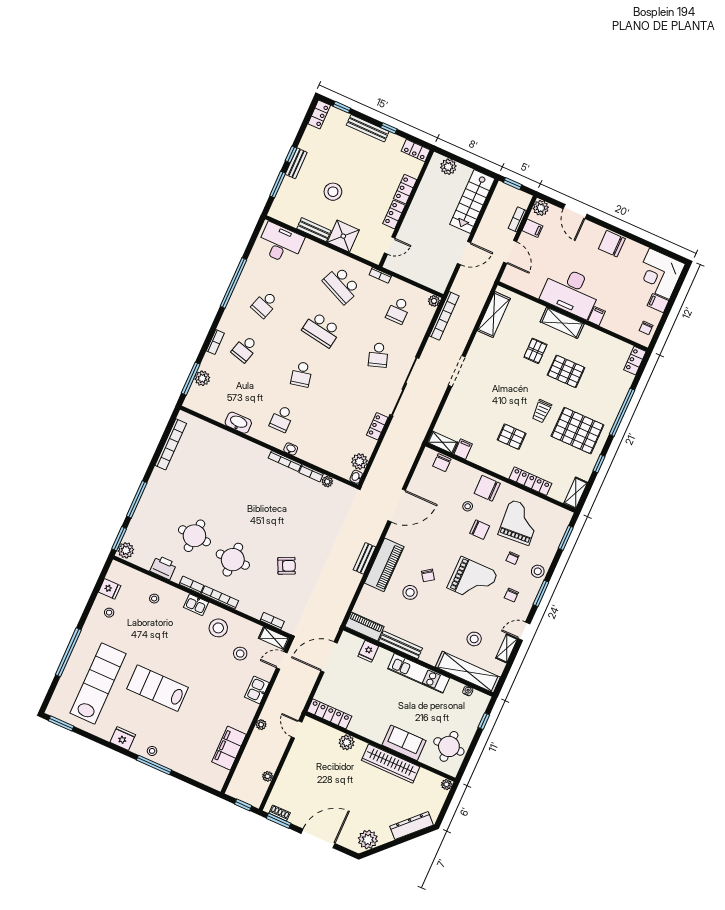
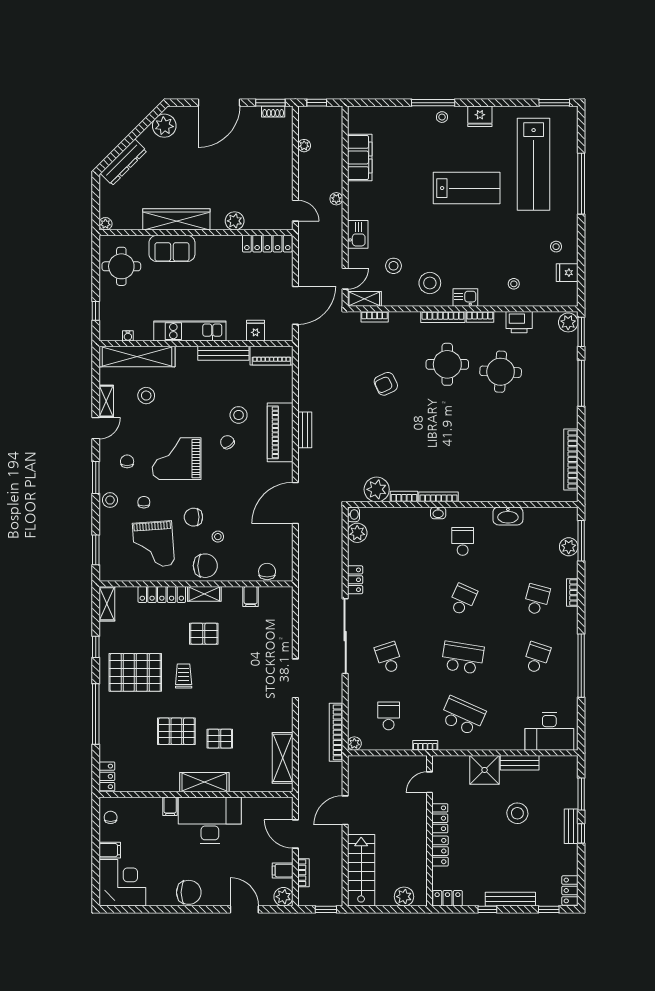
pallet: (535, 351) -> (220, 739), turned 90
school desk: (302, 374) -> (463, 600), turned 36
shelving: (443, 442) -> (204, 594), moved
plant: (327, 482) -> (377, 489), width x1.88, depth x1.88

